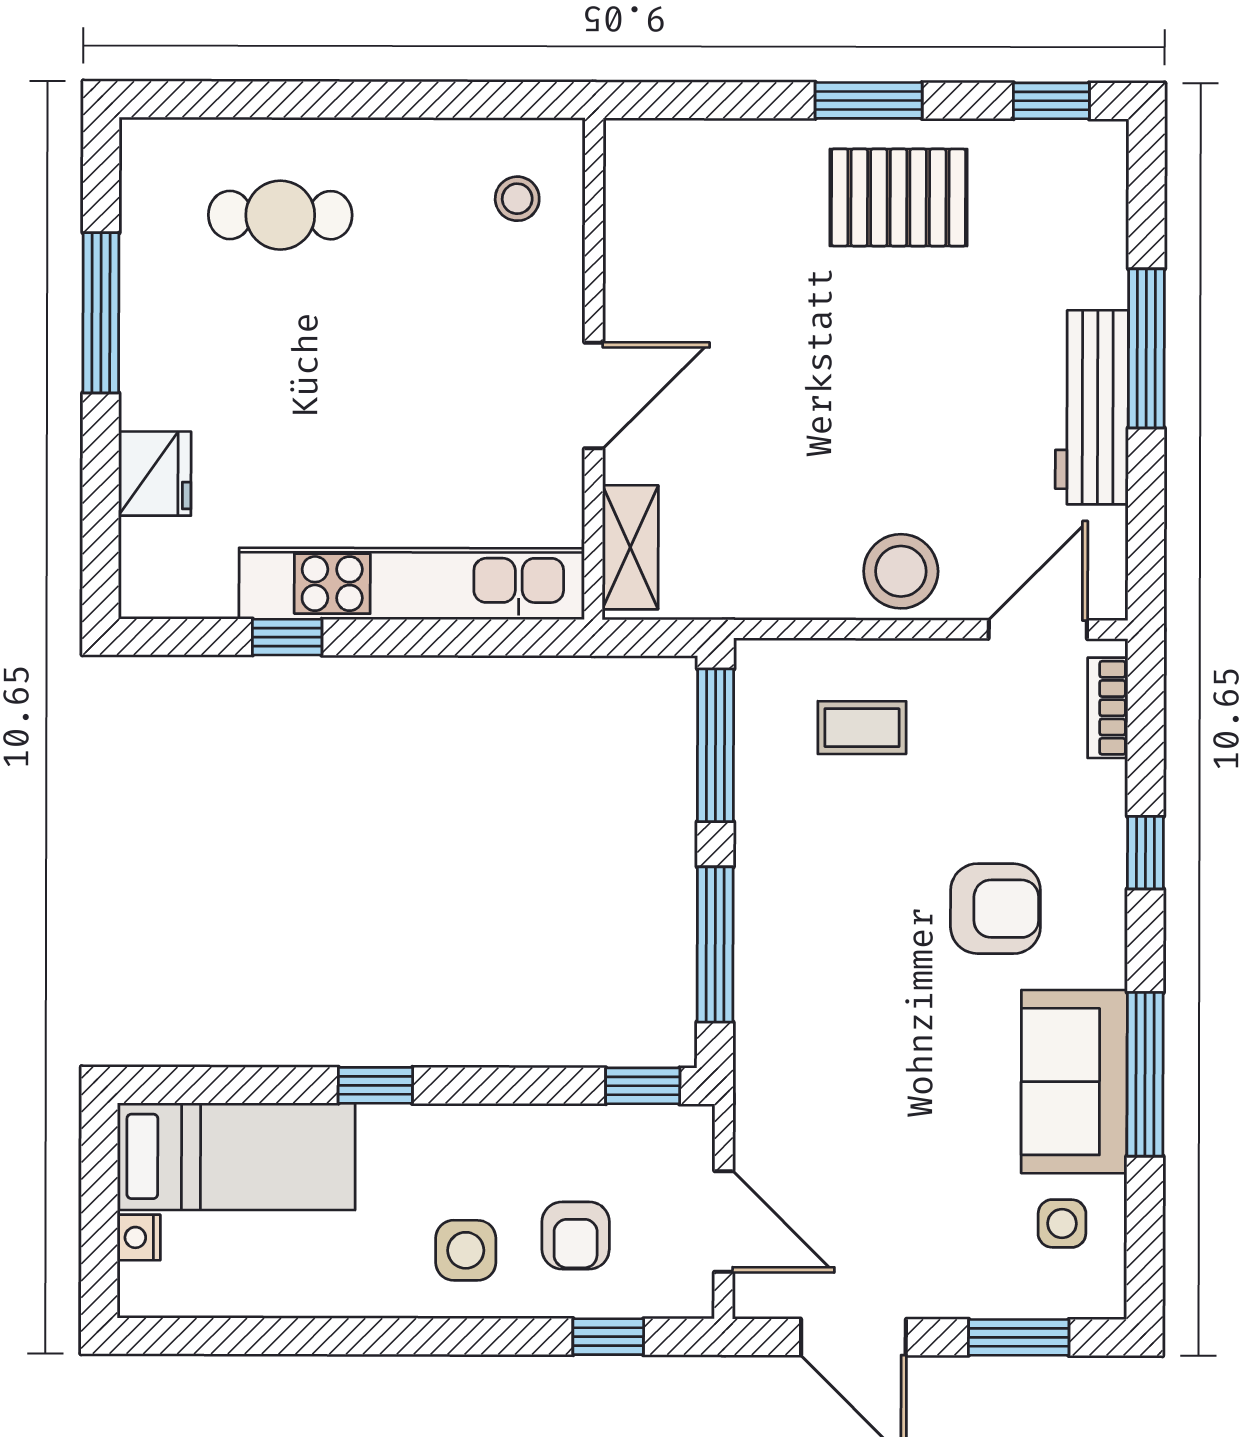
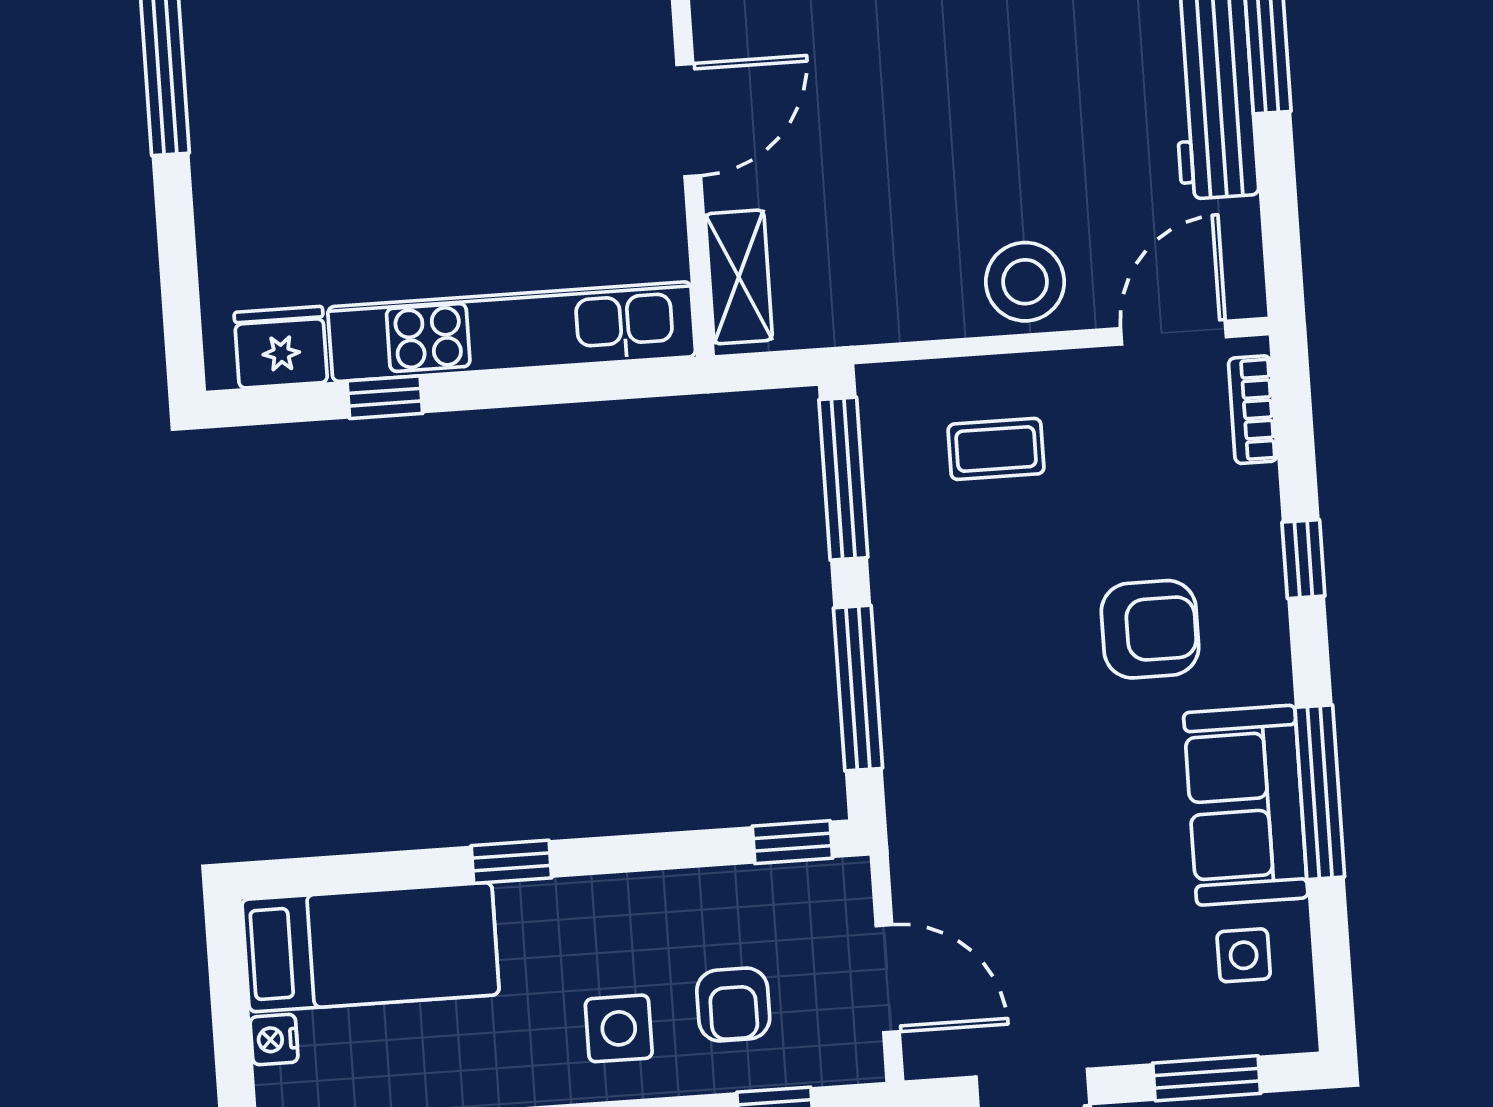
fridge: (155, 474) -> (281, 347), moved, turned -90

